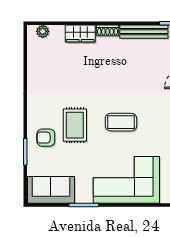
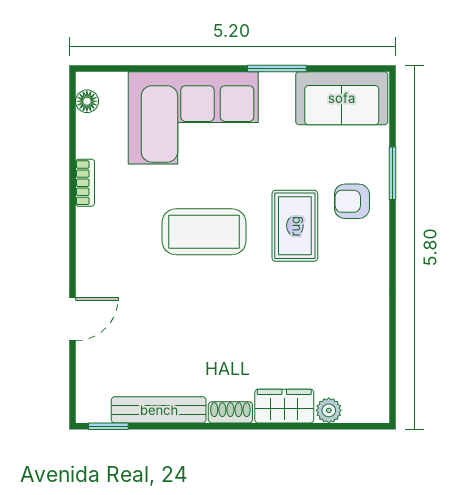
plant: (43, 31) -> (329, 410), moved
coffee table: (121, 122) -> (204, 232), width x1.36, depth x1.32
armchair: (46, 138) -> (352, 201), turned 180

